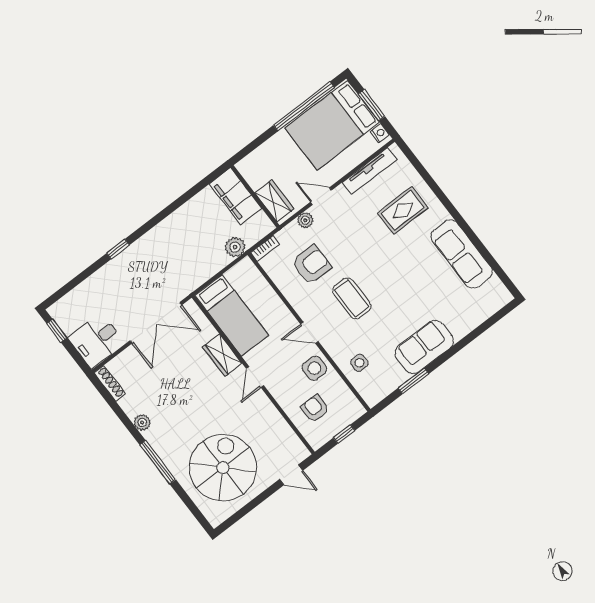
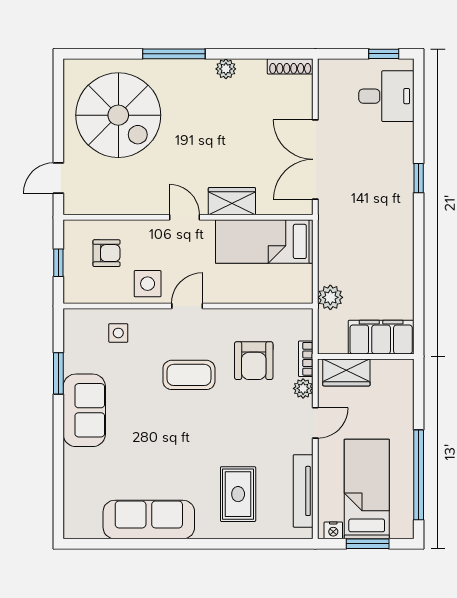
bed: (332, 125) -> (367, 489), width x0.67
bookcase: (265, 249) -> (306, 359), moved
desk: (97, 341) -> (386, 96), moved, turned 90

